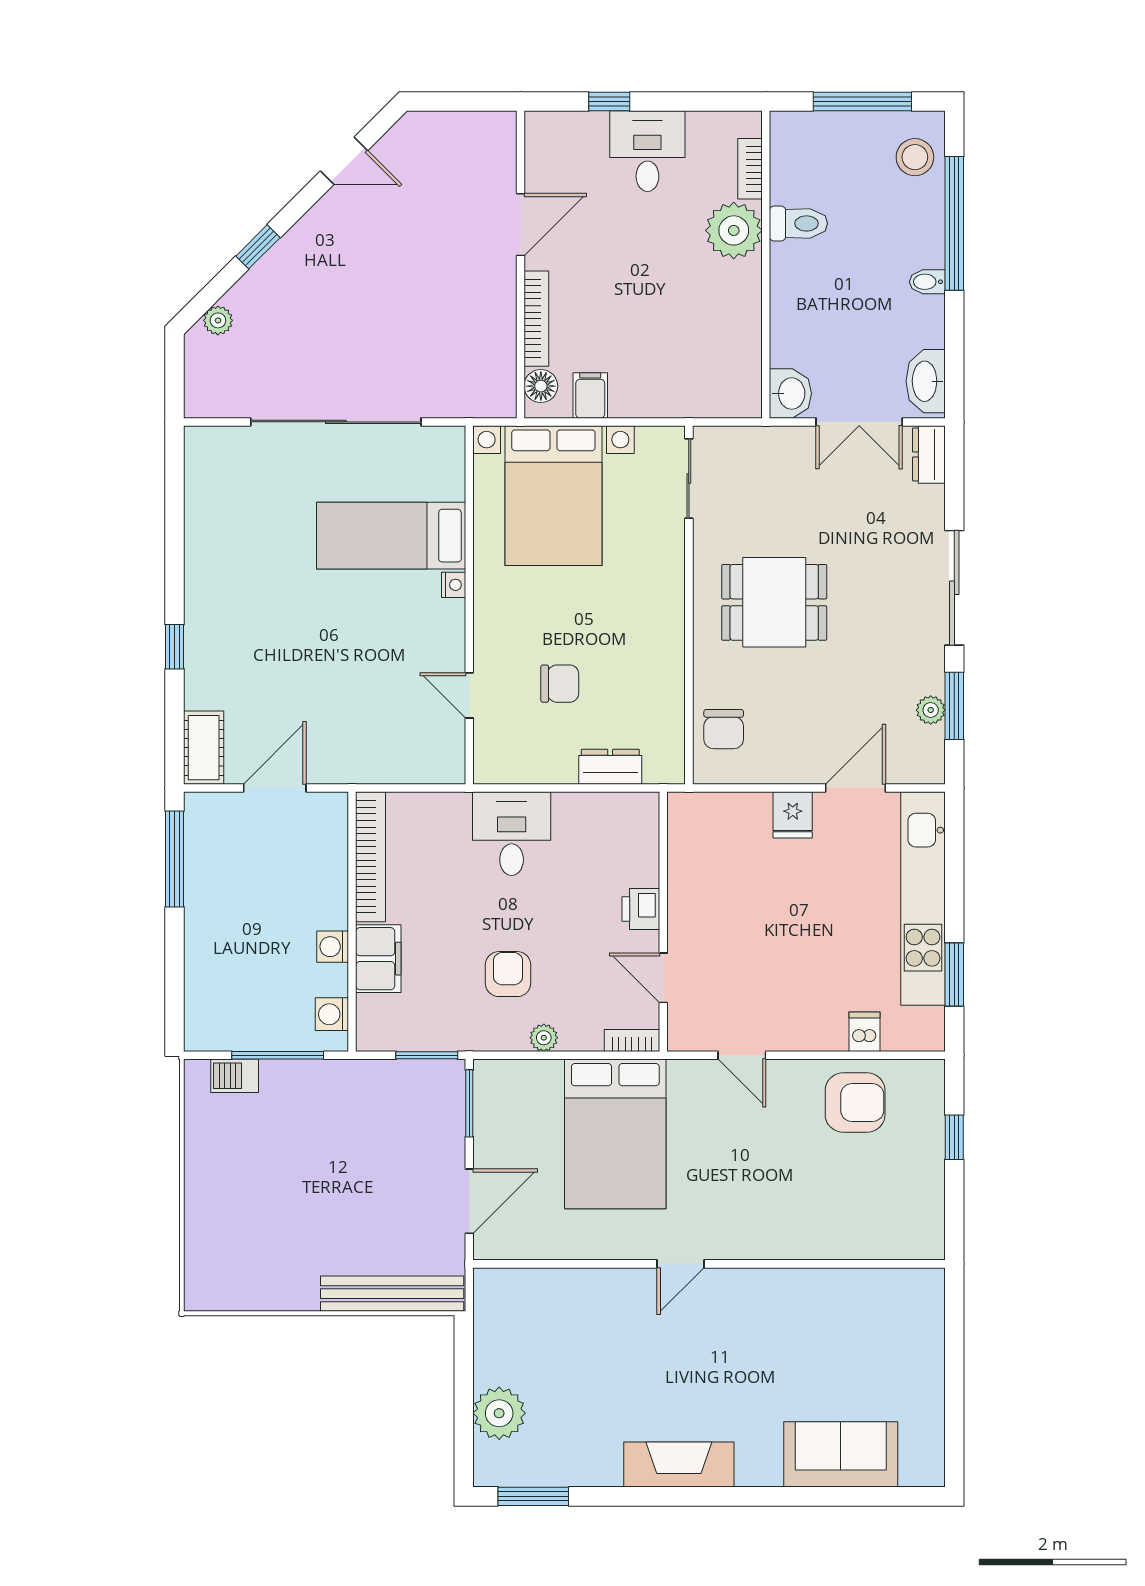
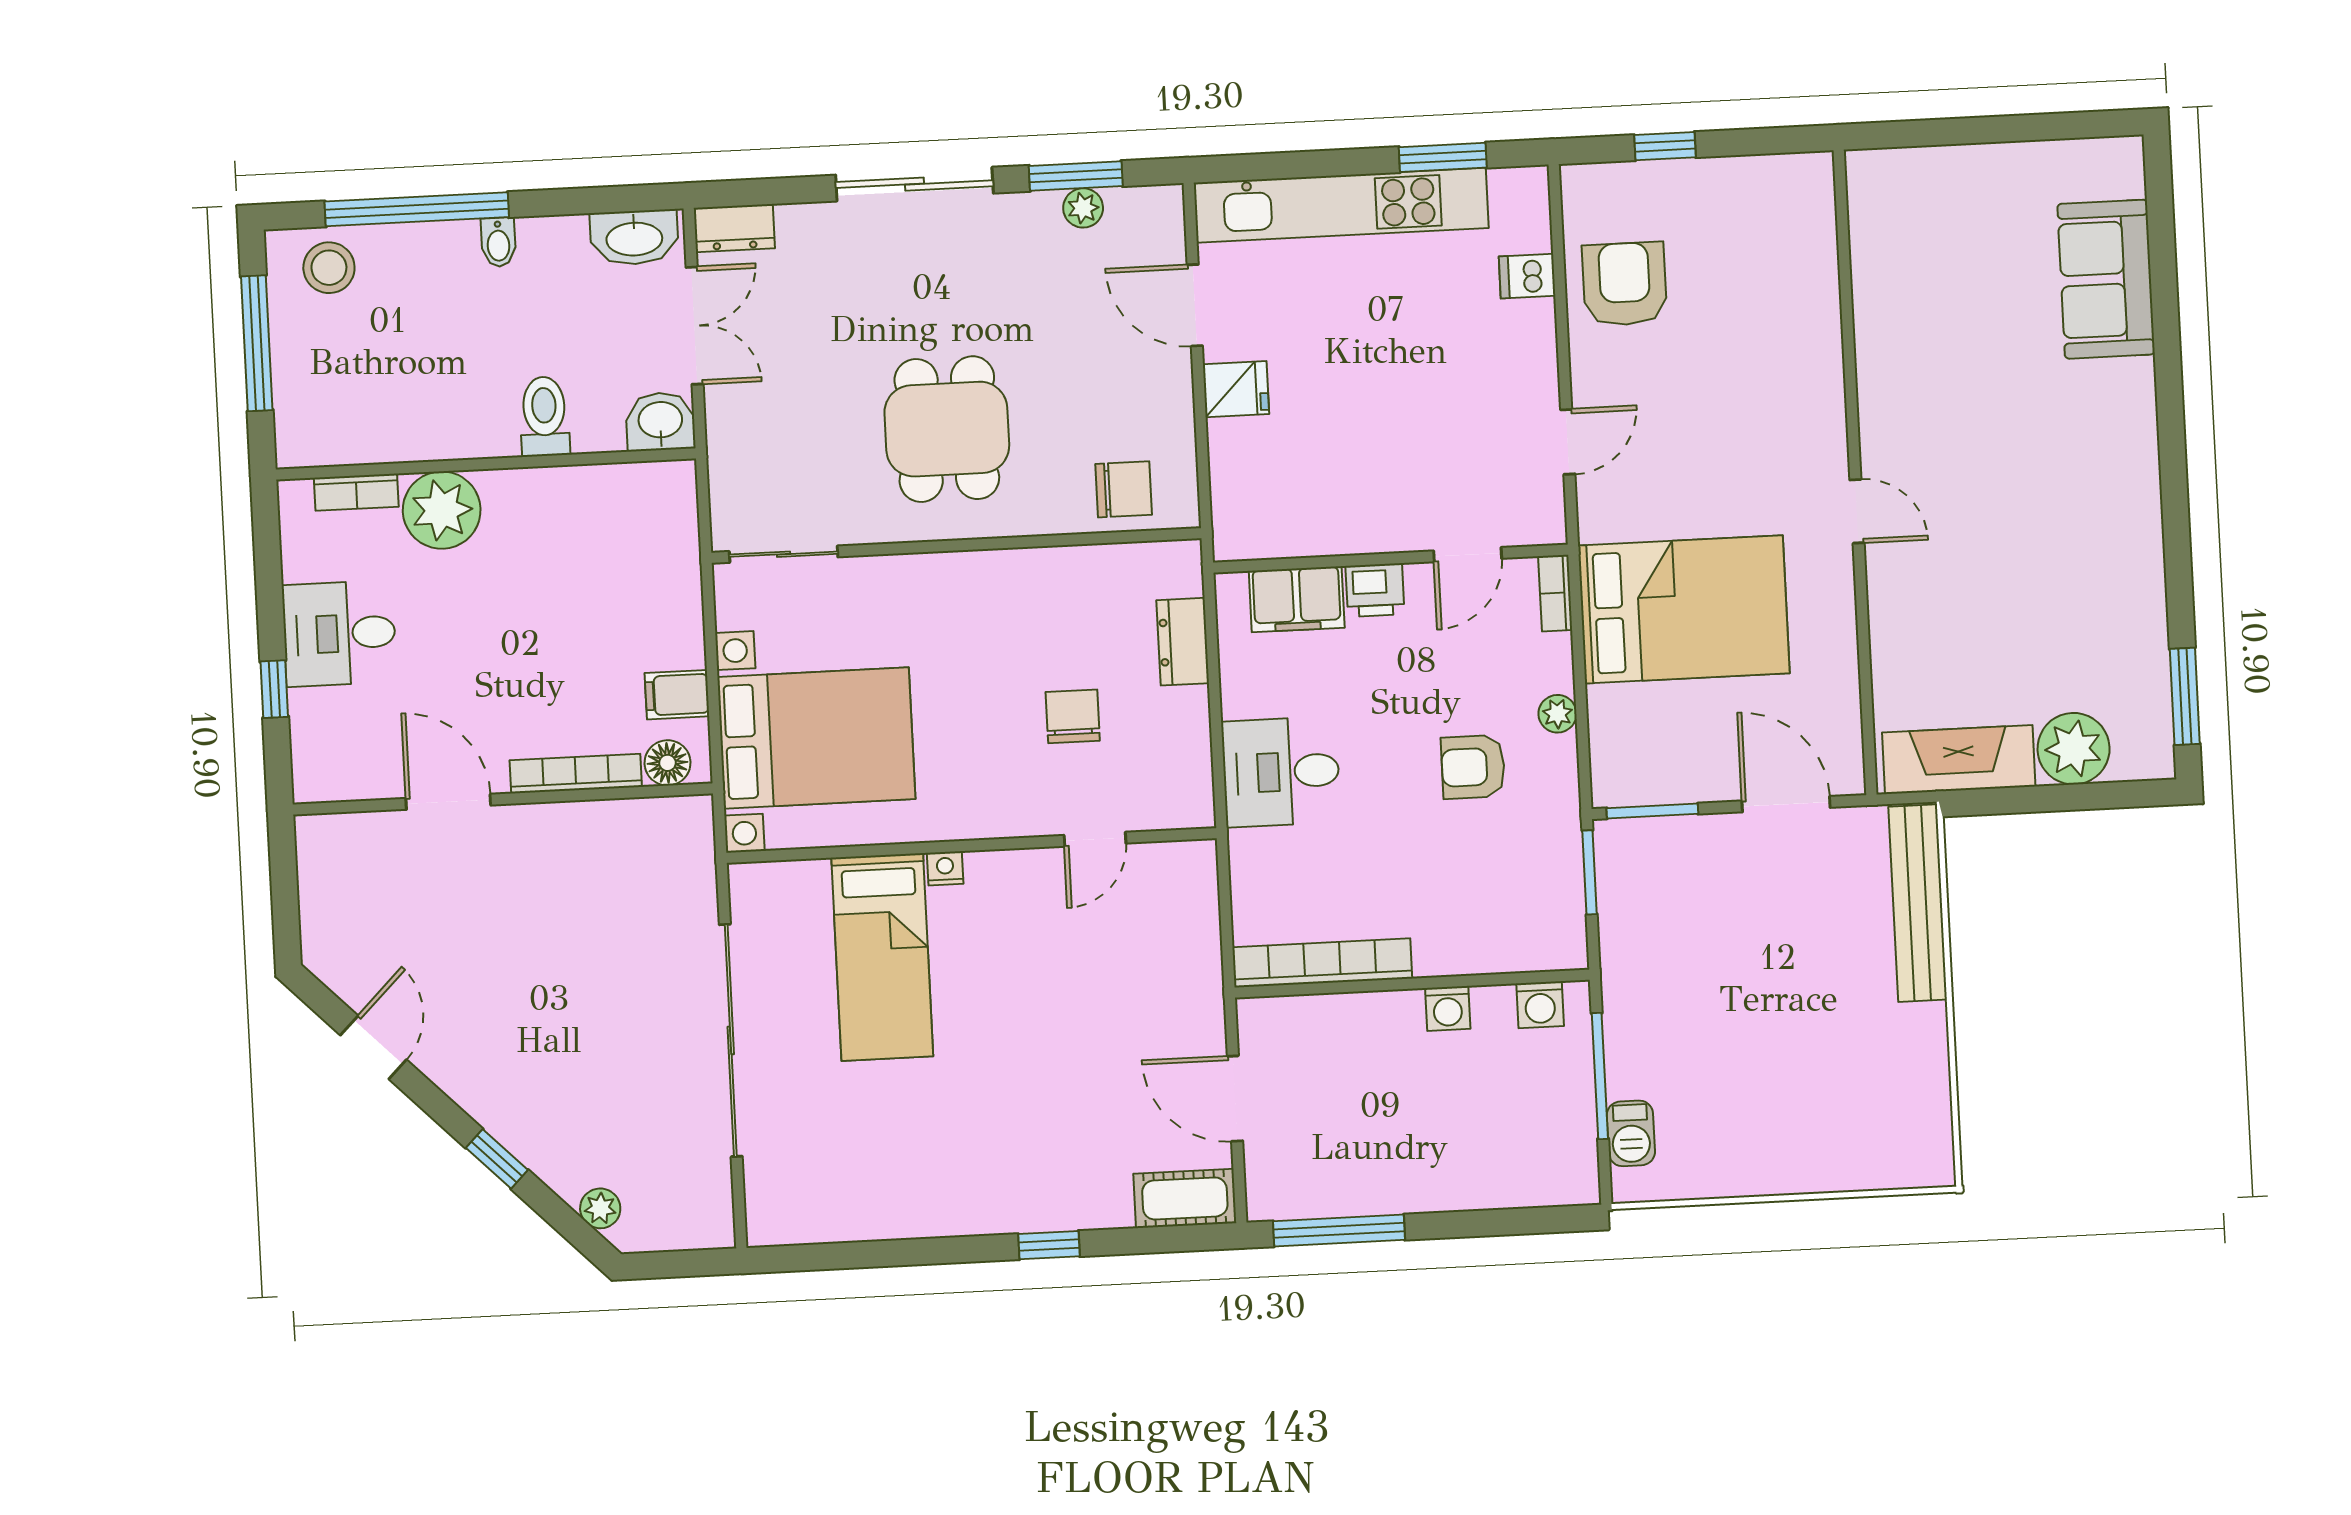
toilet: (798, 223) -> (544, 416), moved
filing cabinet: (378, 959) -> (1297, 599), moved, turned 180
fireplace: (679, 1465) -> (1959, 759), moved, turned 90

